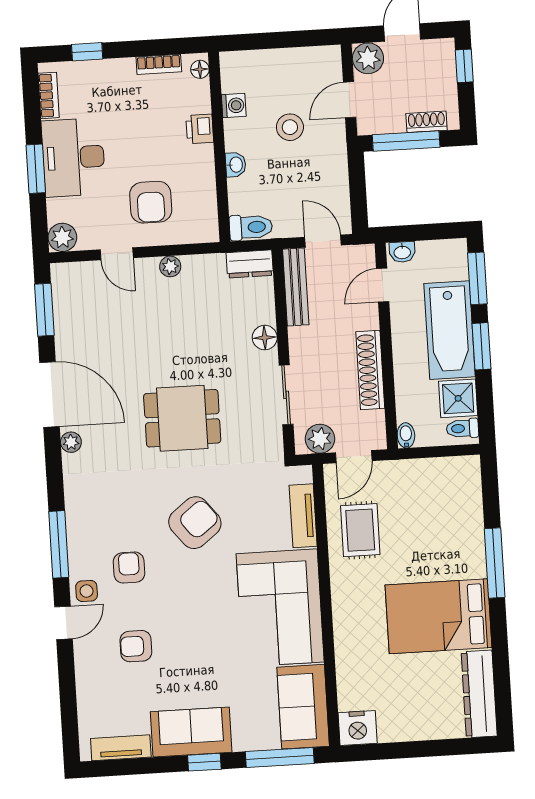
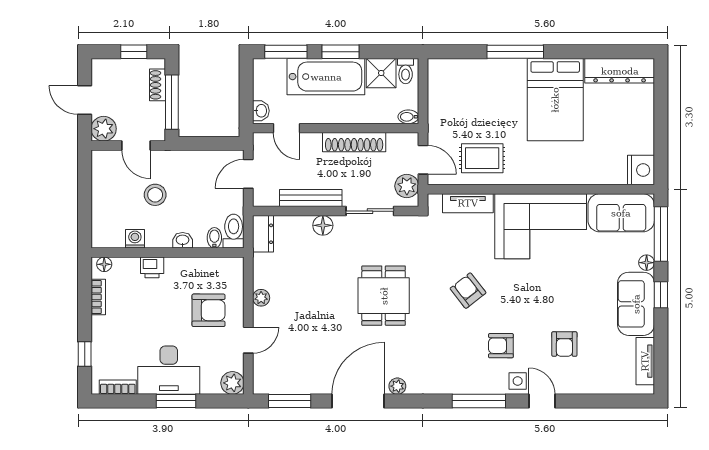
window: (464, 66) -> (134, 52), moved
bidet: (241, 204) -> (214, 238), added
bench: (296, 287) -> (311, 198), moved
armchair: (195, 523) -> (468, 291), width x0.72, depth x0.72
floor lamp: (243, 742) -> (647, 263), added

